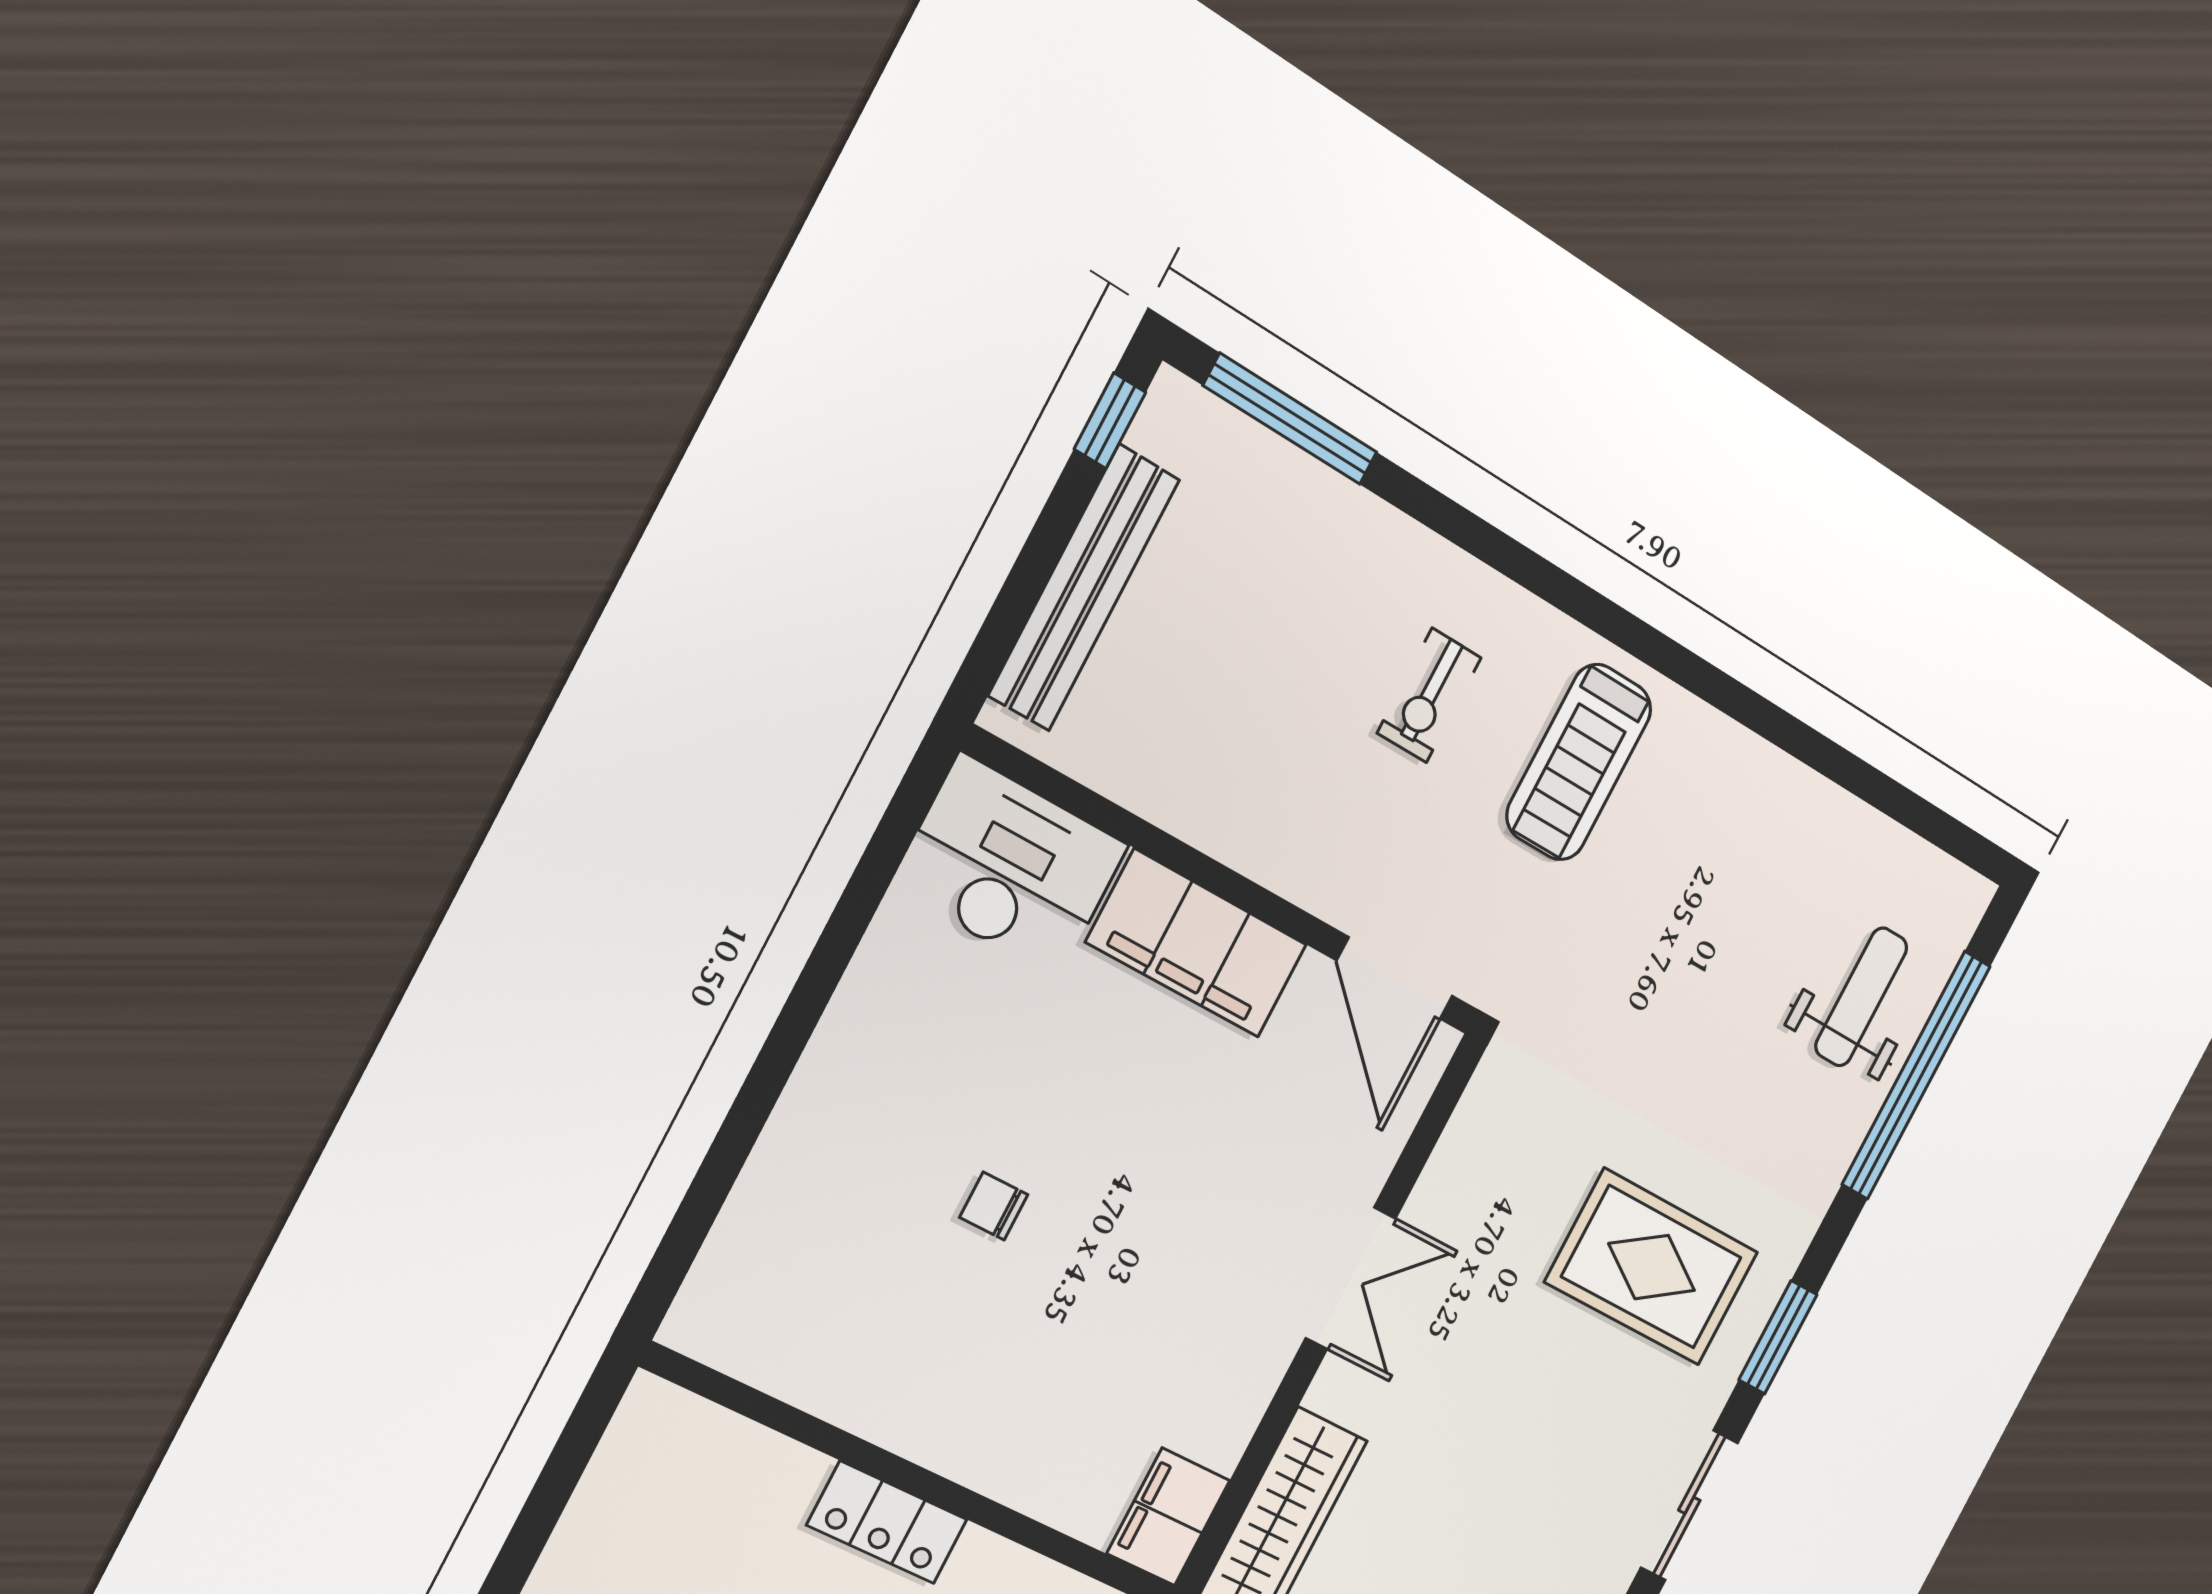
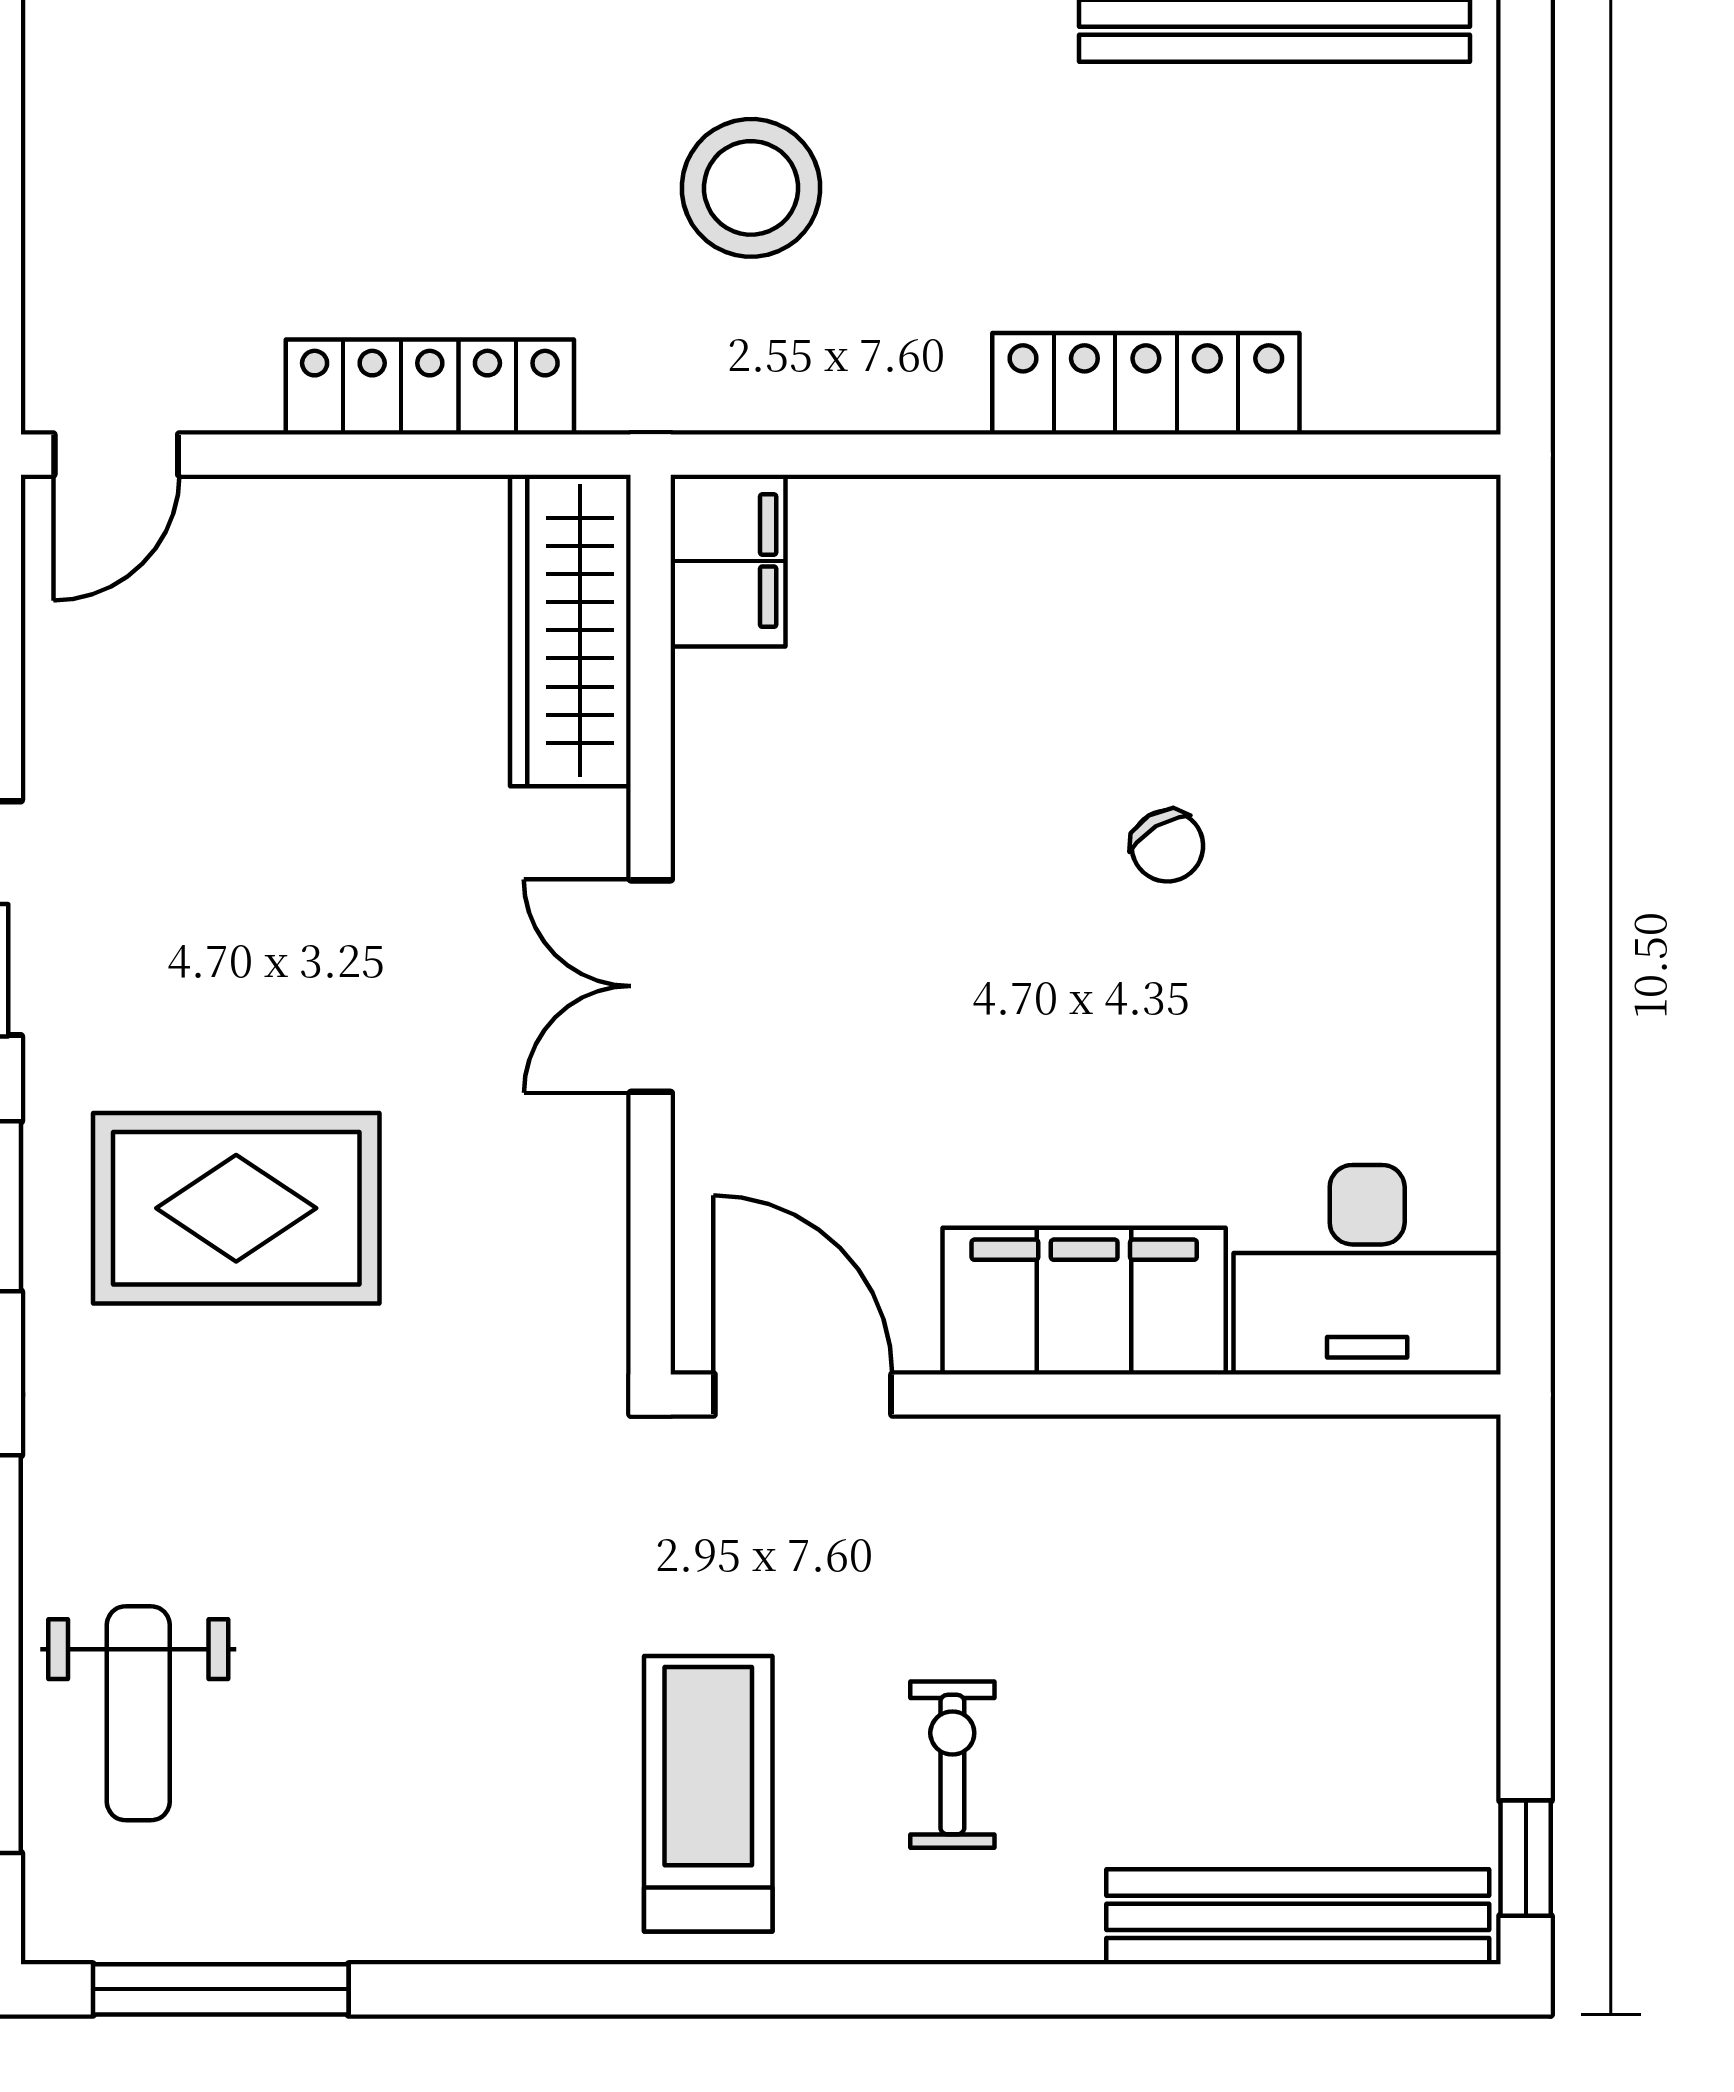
window: (1291, 419) -> (221, 1989), moved
bench: (1084, 588) -> (1298, 1917), moved, turned 90
chair: (994, 1206) -> (1167, 846), turned 59
locker: (887, 1522) -> (1146, 384), width x1.53

